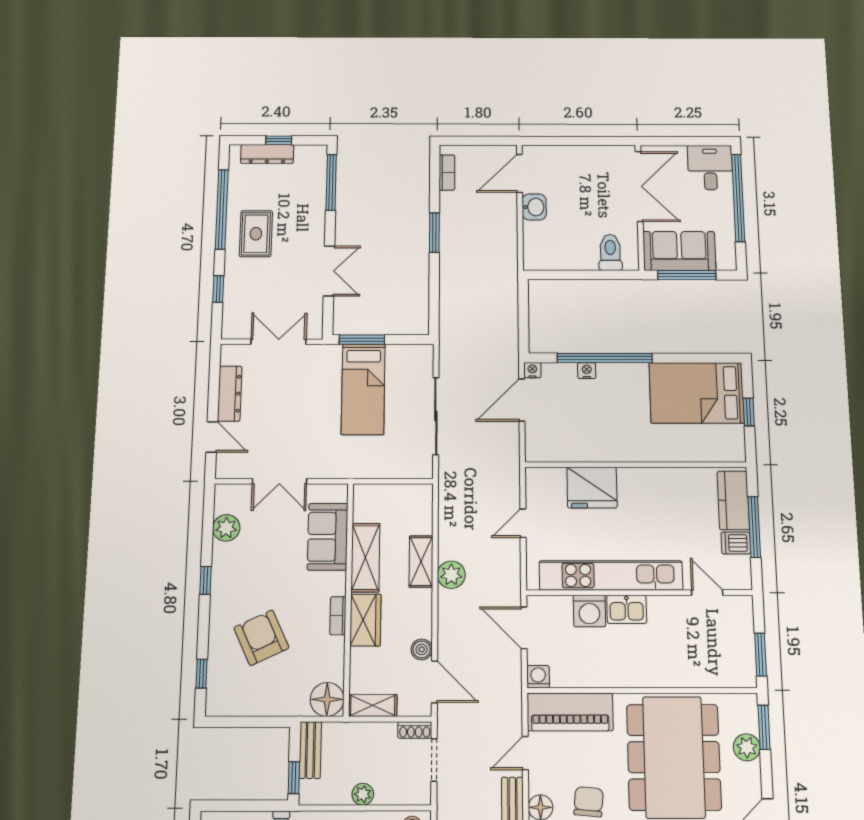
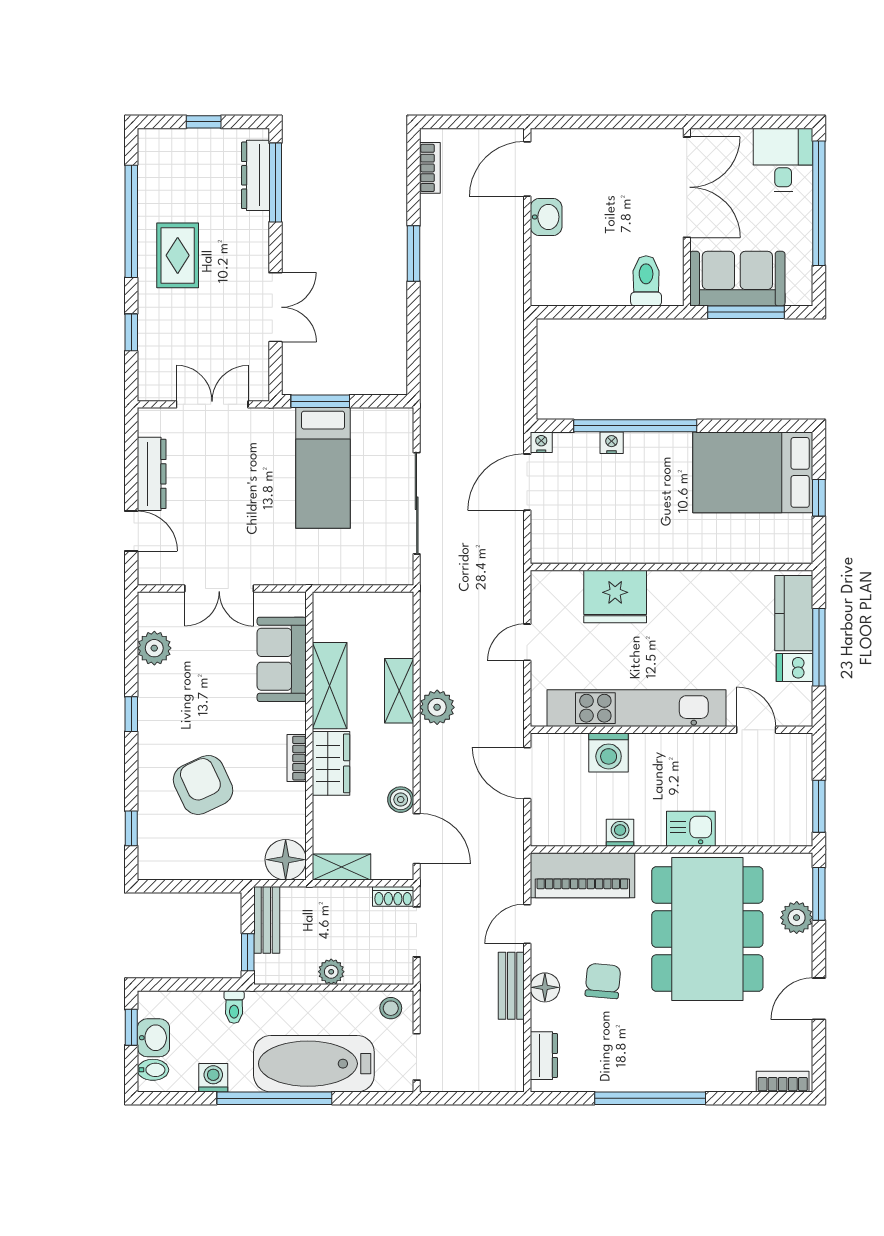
dresser: (267, 154) -> (256, 175), moved, turned 90
kitchen sink: (627, 609) -> (691, 829), moved, turned 180
washing machine: (538, 677) -> (620, 833), moved

